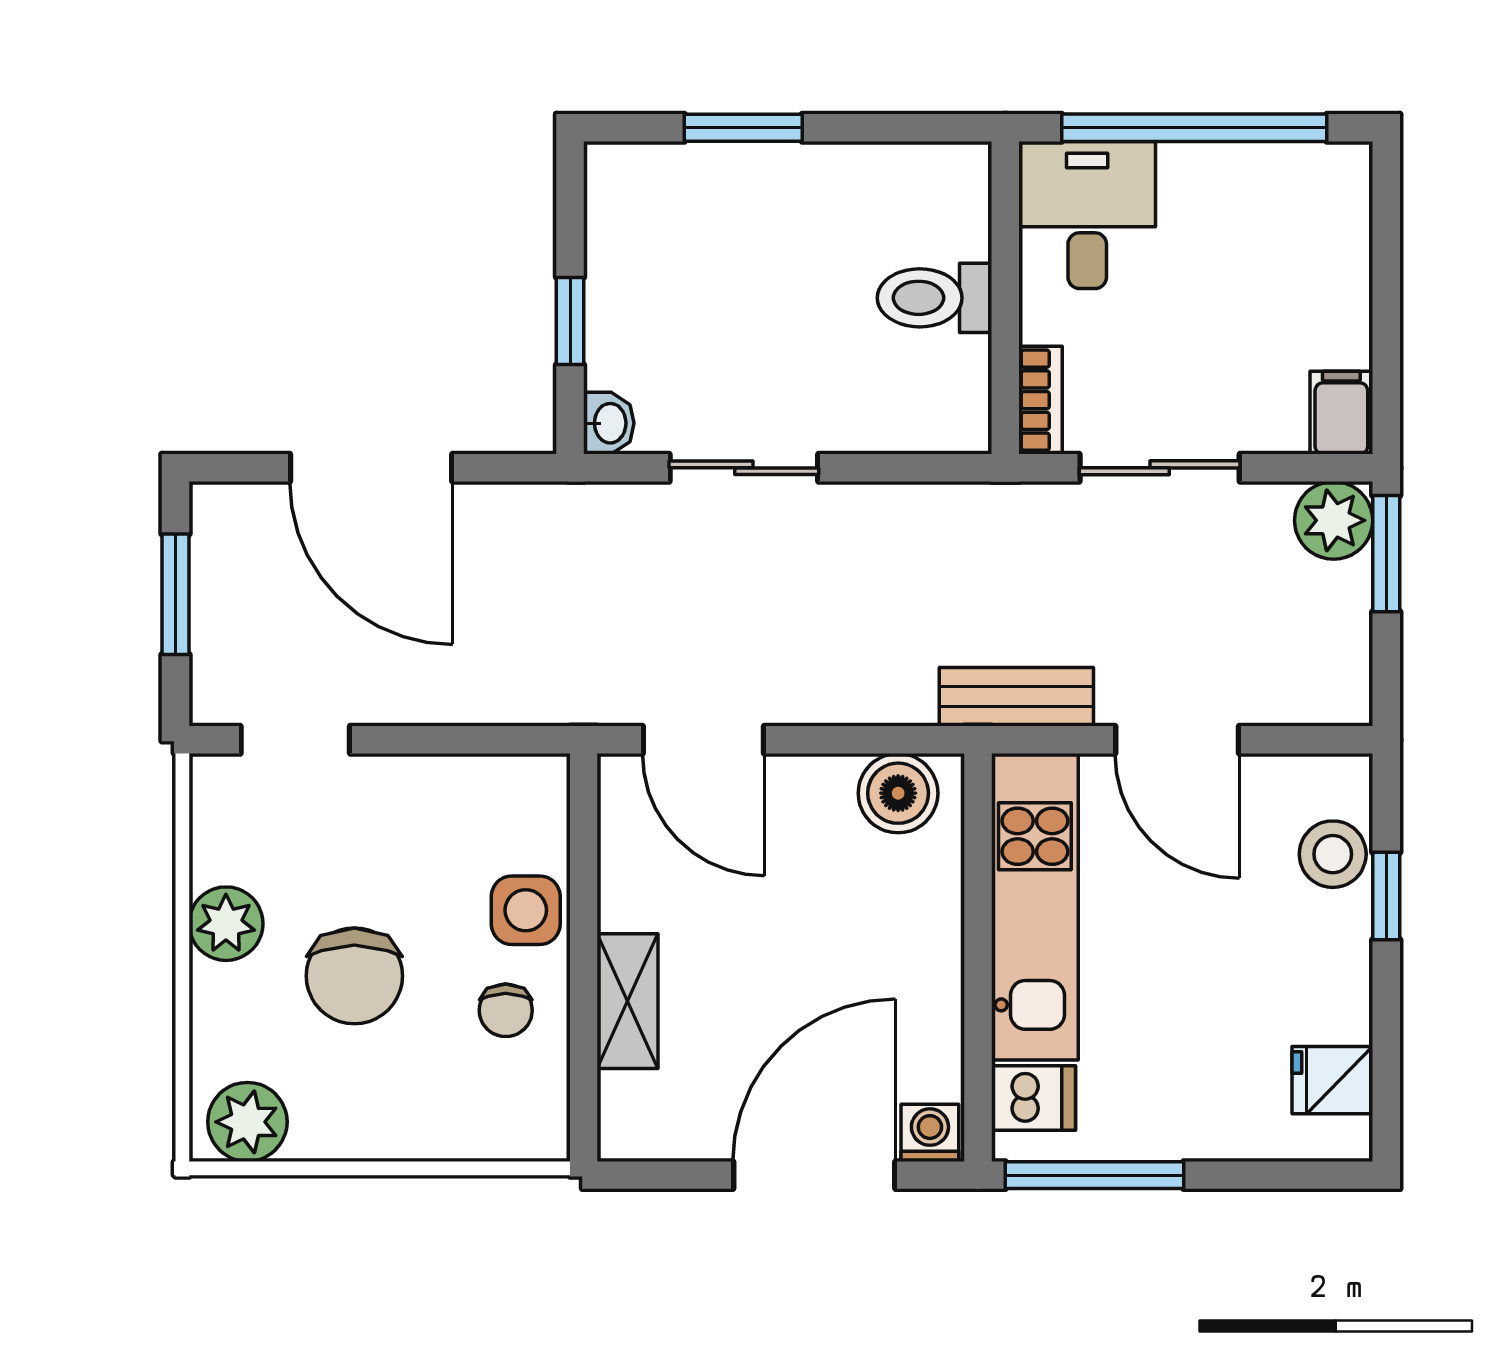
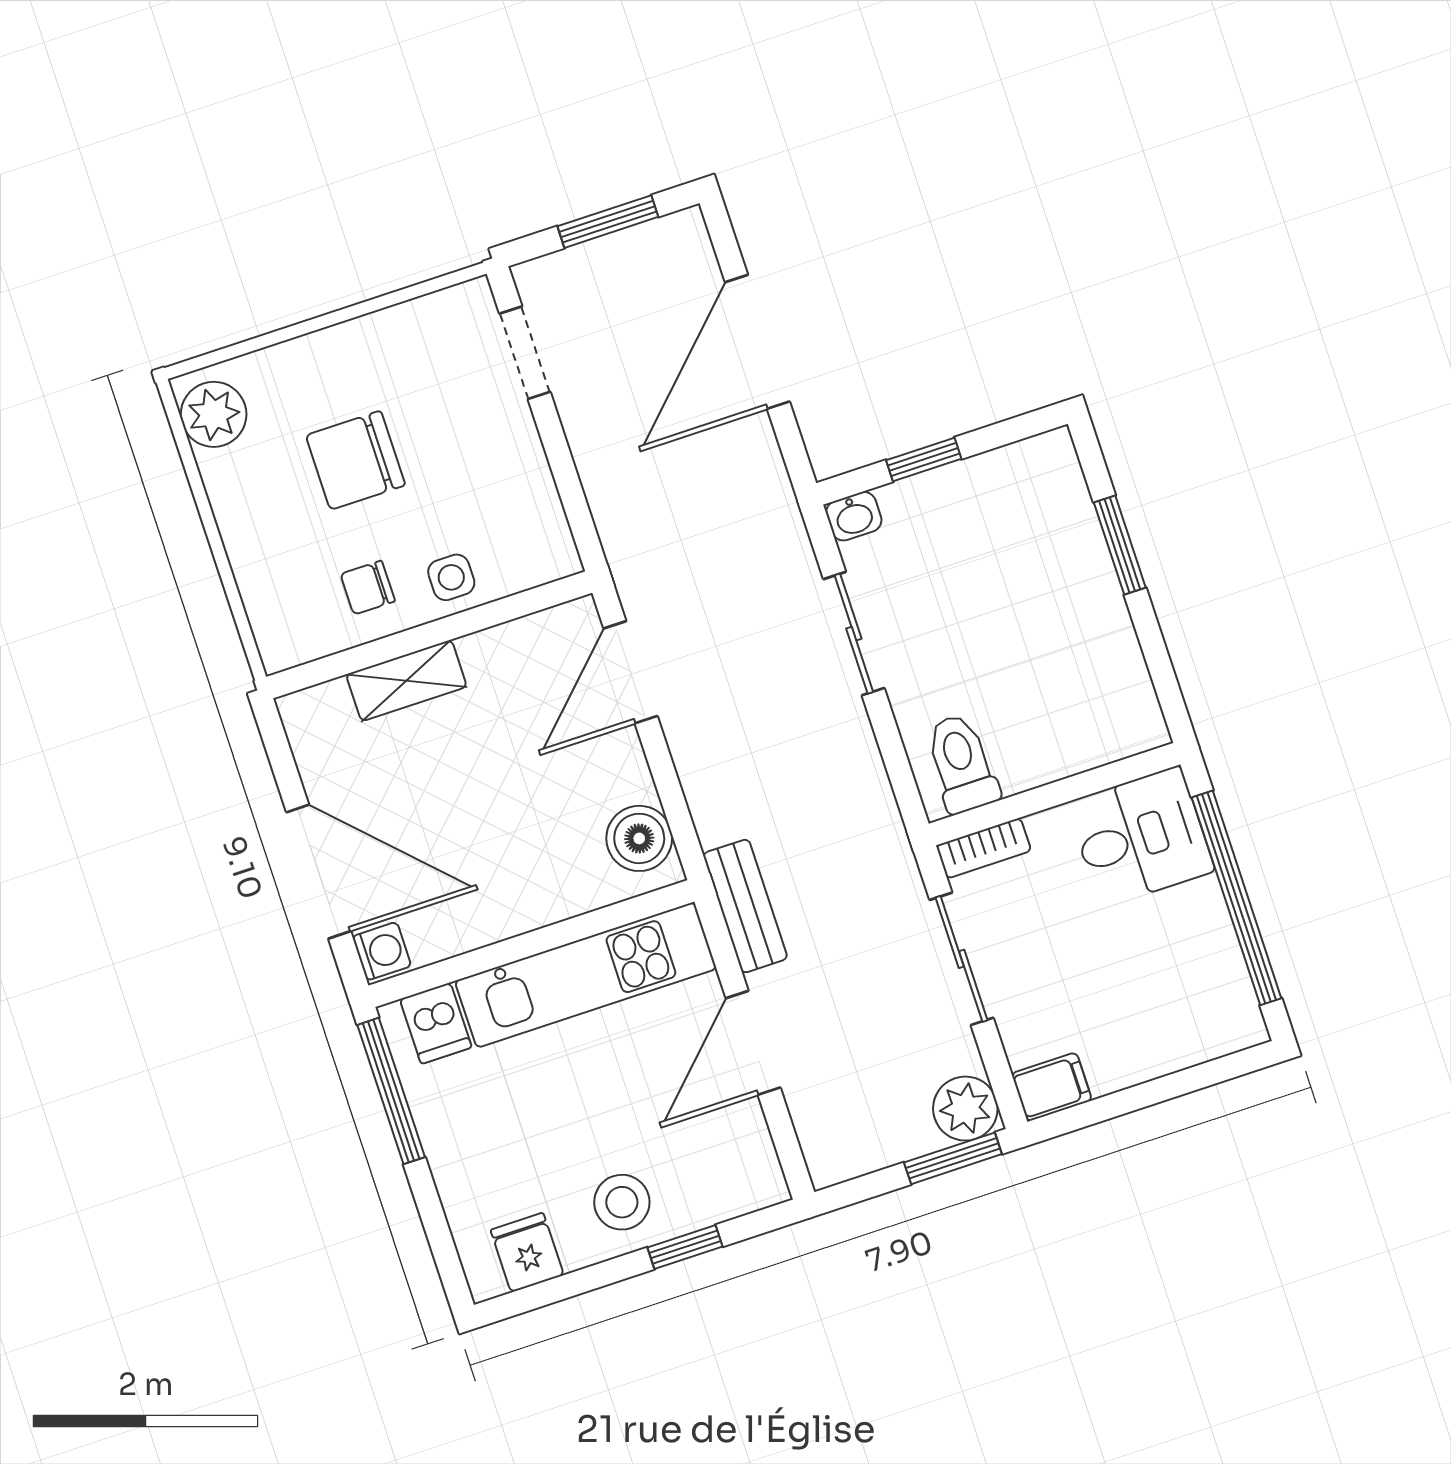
toilet: (935, 298) -> (962, 763), moved
stool: (1333, 854) -> (622, 1202), moved
side table: (526, 910) -> (451, 577), width x0.73, depth x0.73
plant: (226, 924) -> (363, 346), removed

